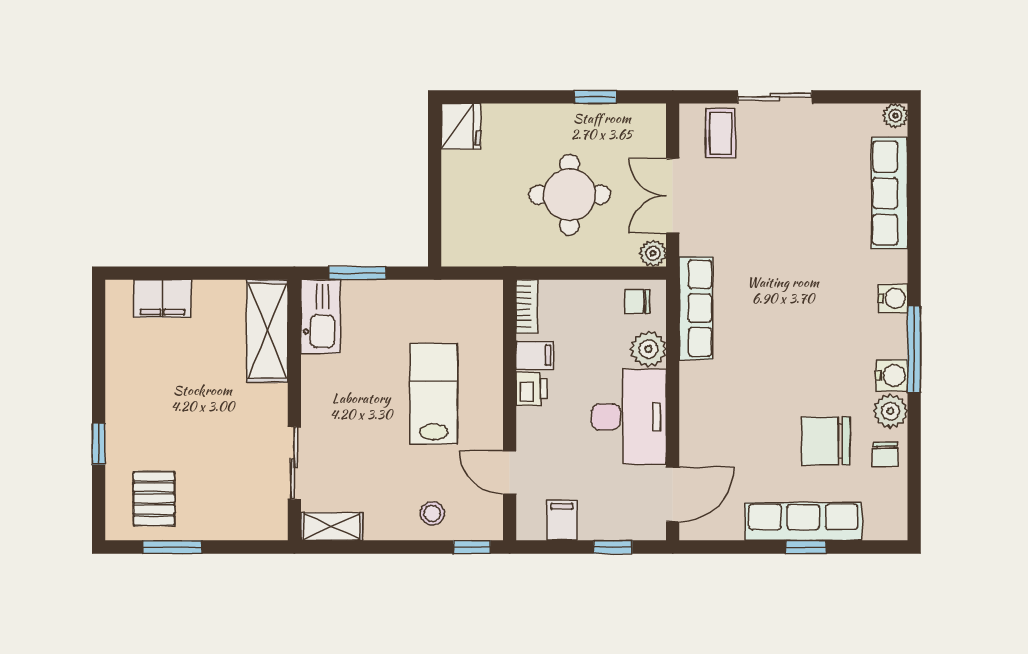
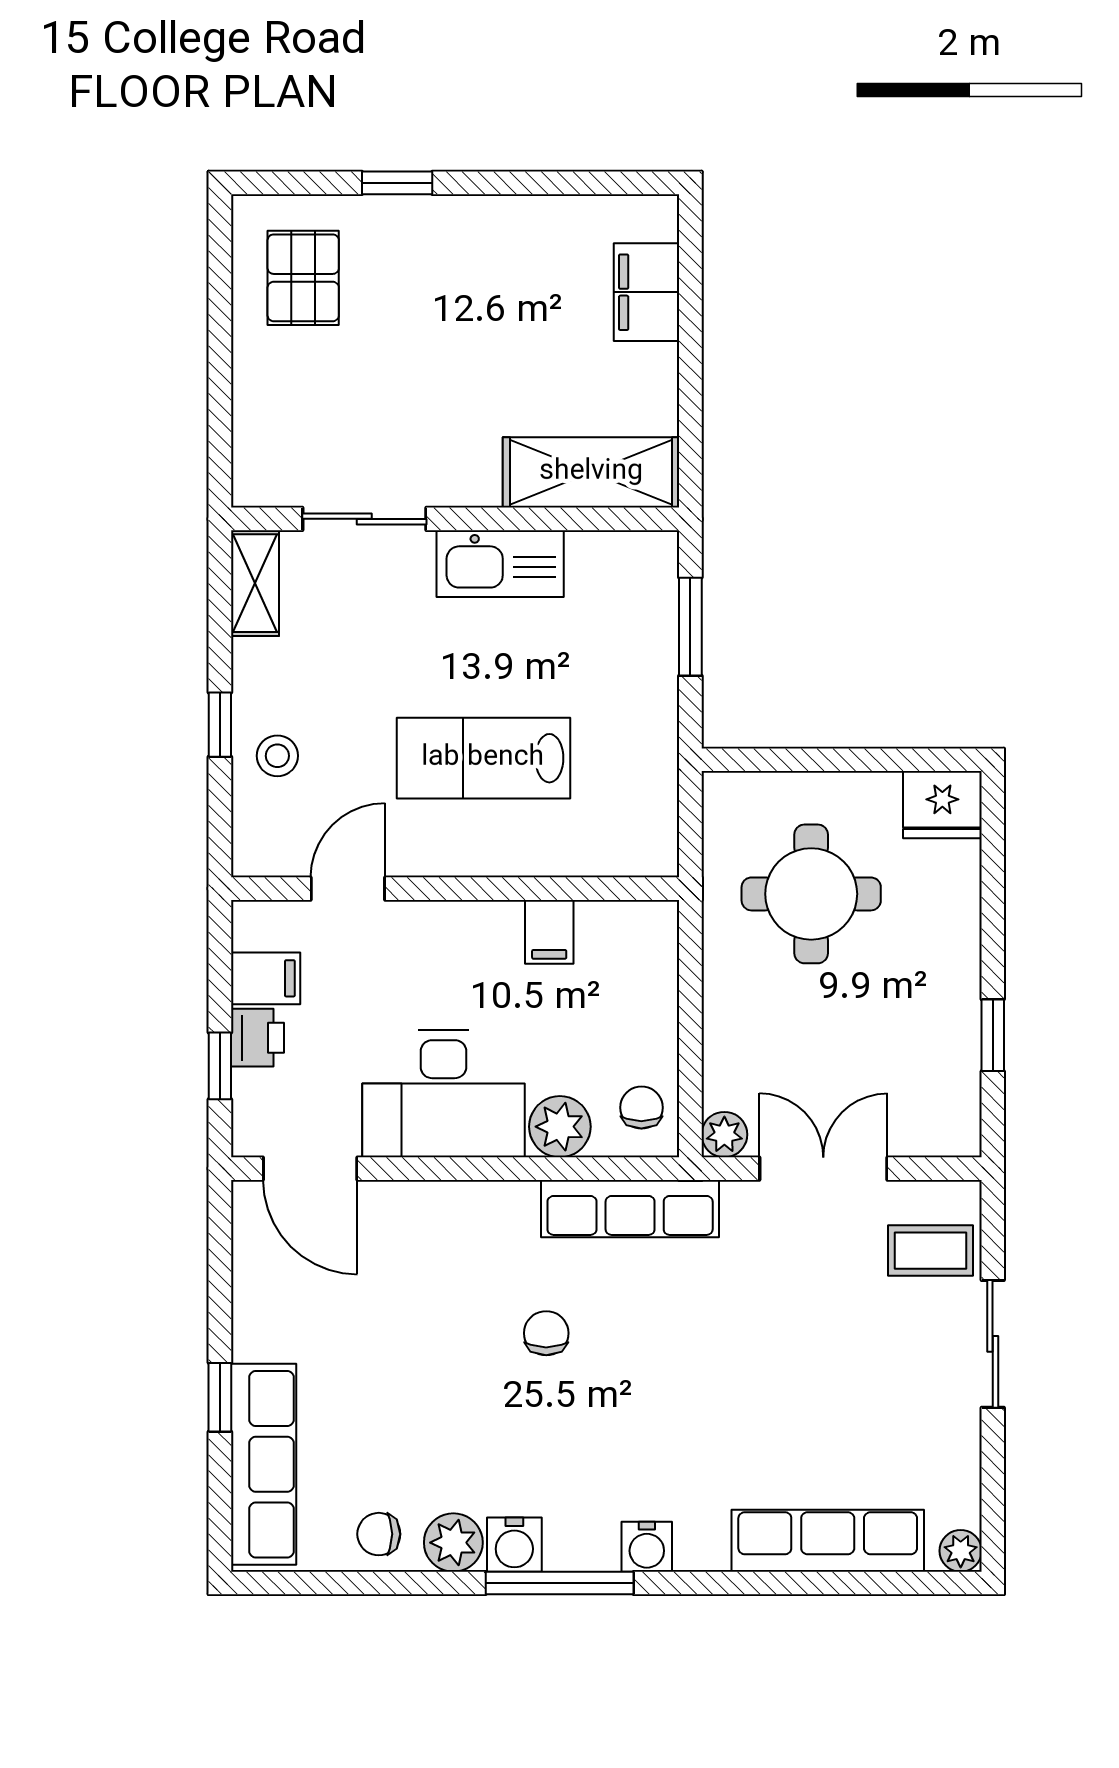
round table: (570, 195) -> (811, 894), moved
bookcase: (527, 306) -> (633, 918), removed
kitchen sink: (320, 317) -> (500, 564), moved
printer: (532, 389) -> (257, 1038), moved, turned -90
lab bench: (434, 394) -> (483, 758), turned 180
chair: (826, 441) -> (546, 1333), moved, width x0.54, depth x0.54
pallet: (154, 498) -> (303, 278), turned 90
row of seats: (803, 522) -> (264, 1464), moved
window: (173, 547) -> (220, 310), removed
window: (472, 547) -> (220, 725), moved

